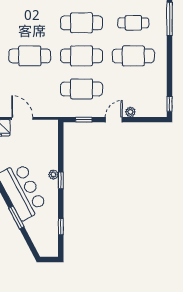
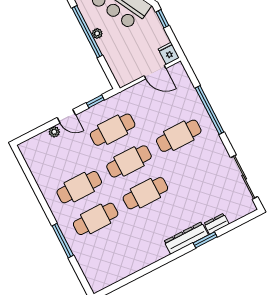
cafe table: (133, 23) -> (96, 219), width x1.37, depth x1.35
window: (170, 104) -> (21, 159), removed
door: (114, 120) -> (66, 116), hinge flipped
window: (61, 180) -> (87, 32), width x3.17

